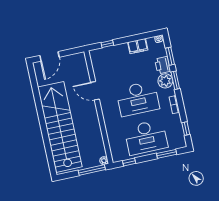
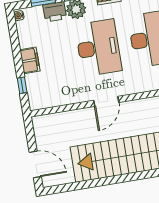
filing cabinet: (138, 46) -> (30, 60), moved
door: (95, 91) -> (106, 101), moved

